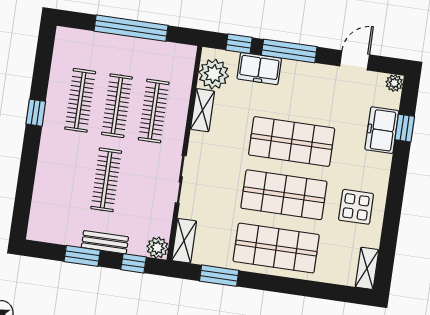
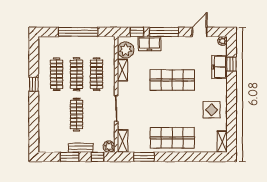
shop shelf: (284, 195) -> (172, 109), removed

